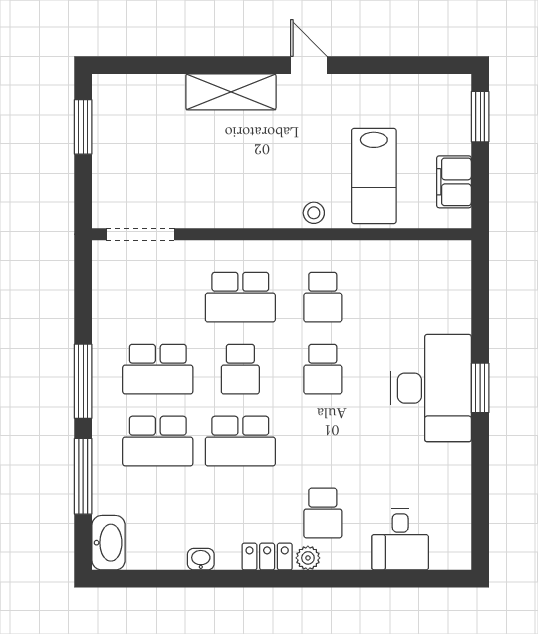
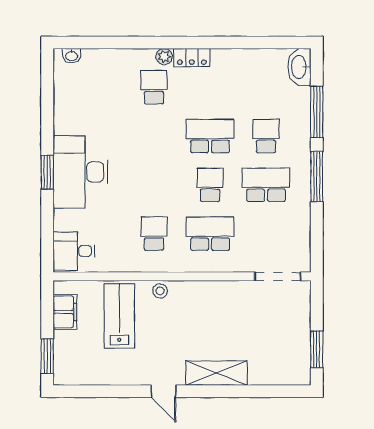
school desk: (323, 369) -> (154, 185), removed
school desk: (158, 441) -> (266, 136), width x0.54
desk: (400, 539) -> (74, 251), moved, turned -90
washbasin: (201, 559) -> (72, 56), moved

